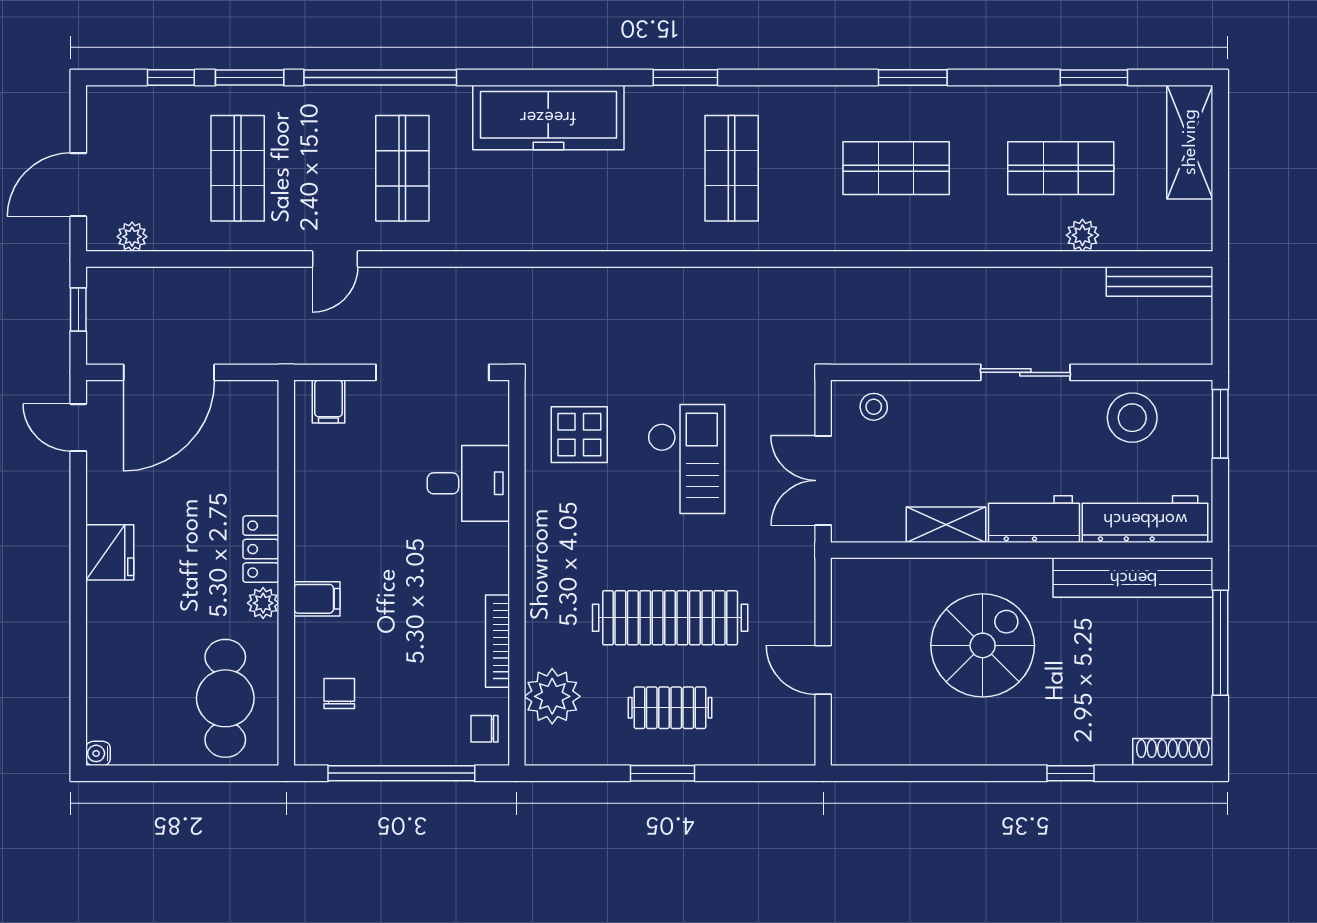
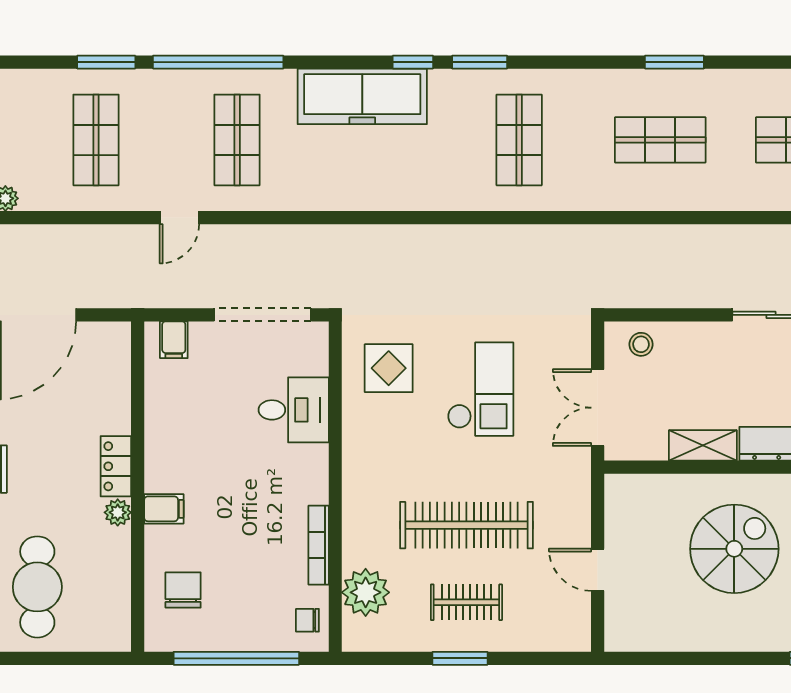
window: (171, 77) -> (413, 62), moved
chair: (339, 693) -> (183, 590), width x1.37, depth x1.37
cafe table: (225, 698) -> (37, 587), moved

